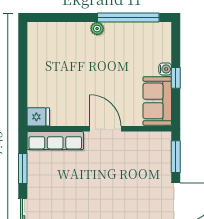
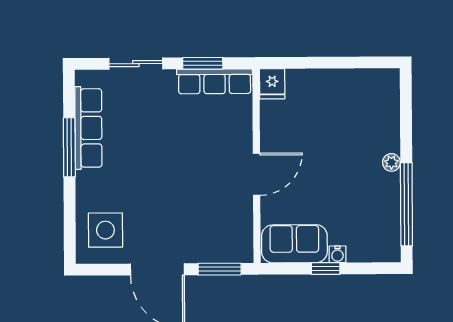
row of seats: (55, 141) -> (215, 81), moved, turned -90

